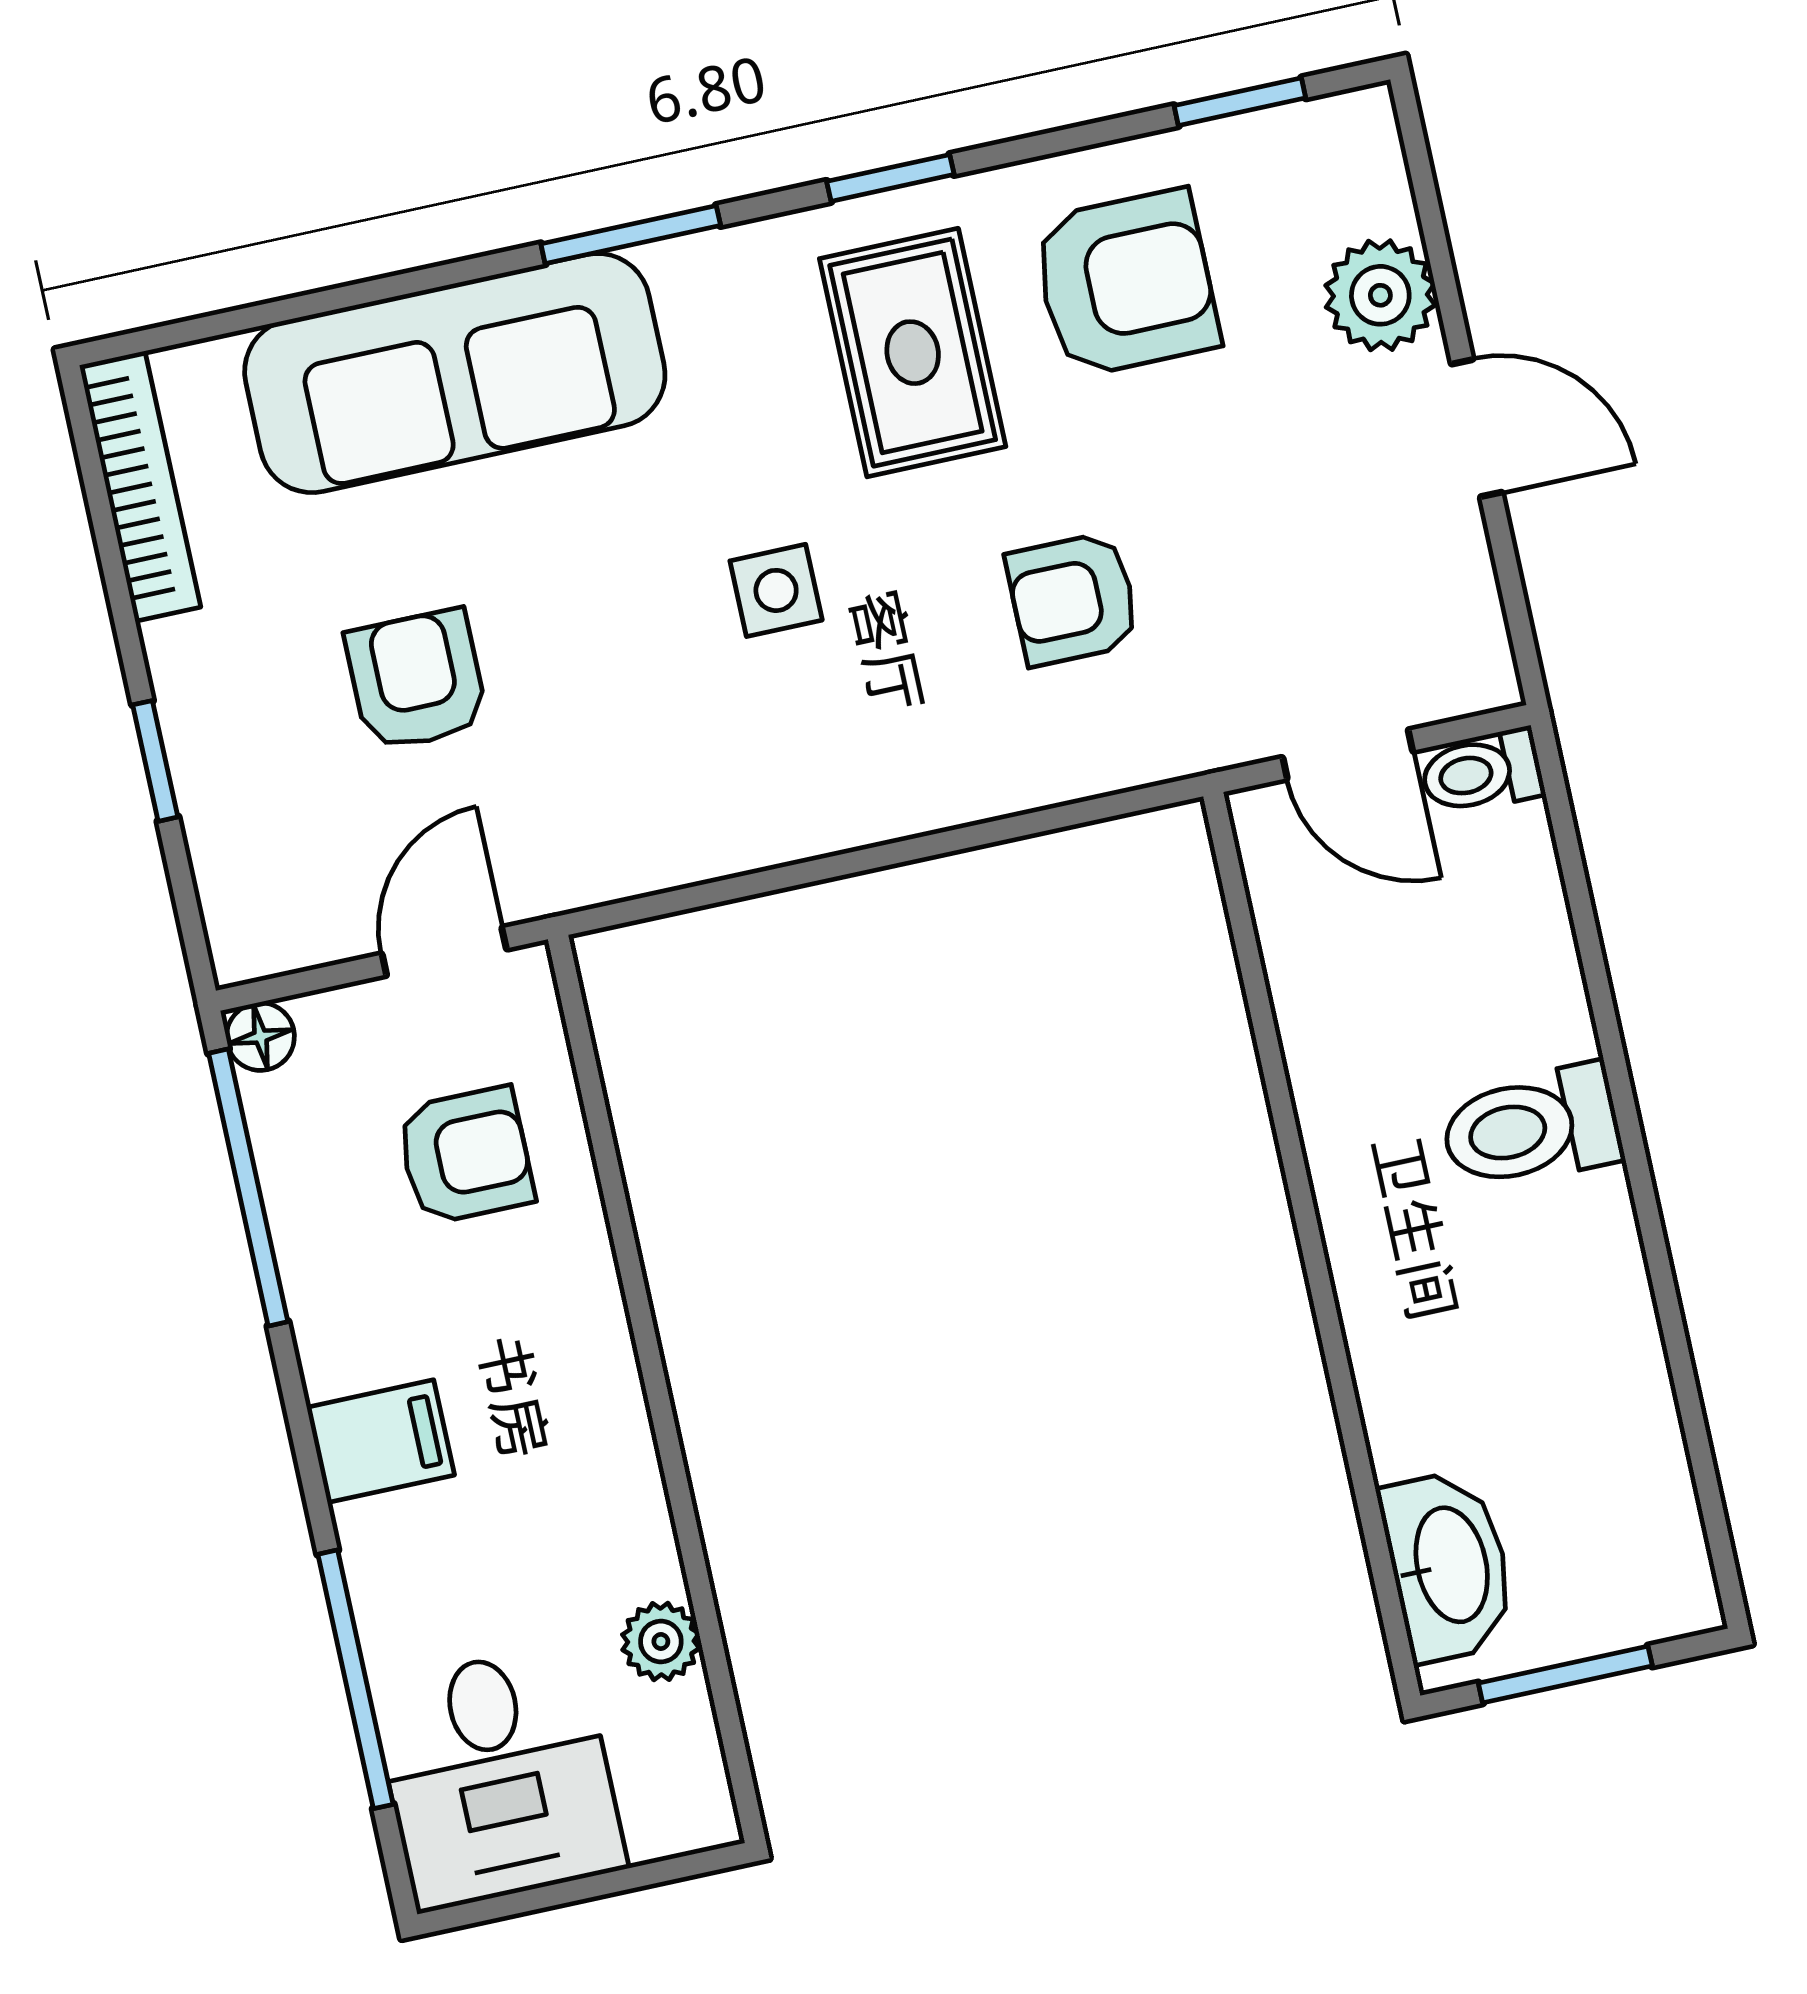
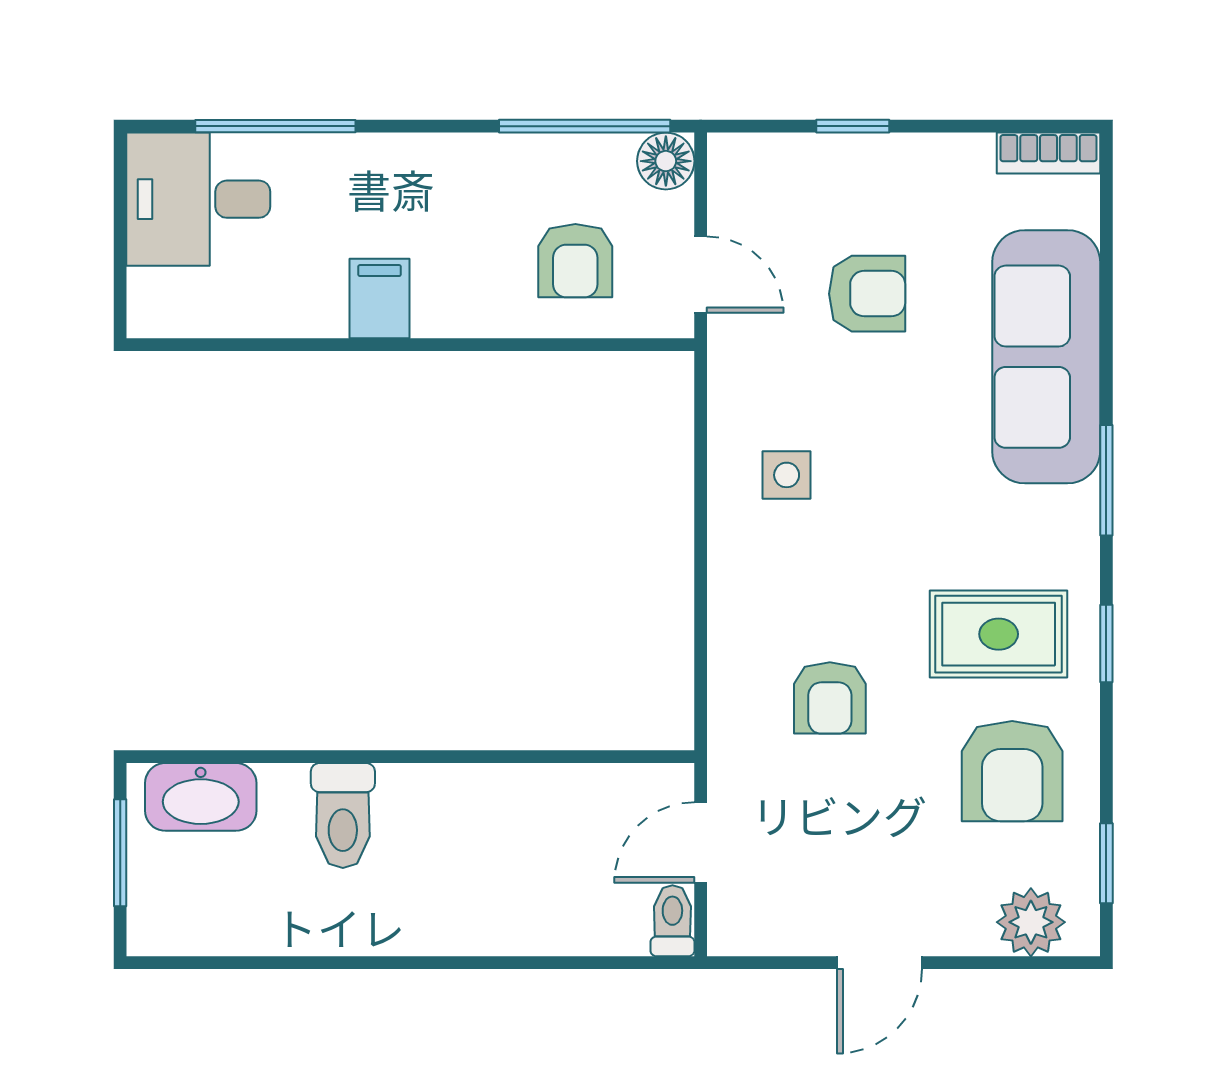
plant: (1380, 295) -> (1031, 922), moved
bookcase: (140, 486) -> (1049, 153), width x0.64
side table: (776, 590) -> (787, 475), moved
armchair: (1073, 599) -> (830, 698), turned 180
floor lamp: (260, 1037) -> (666, 161), width x1.37, depth x1.37
toilet: (1531, 1127) -> (343, 815), moved, turned 180
filing cabinet: (381, 1441) -> (380, 298), moved, turned 180
plant: (661, 1641) -> (258, 314), removed

